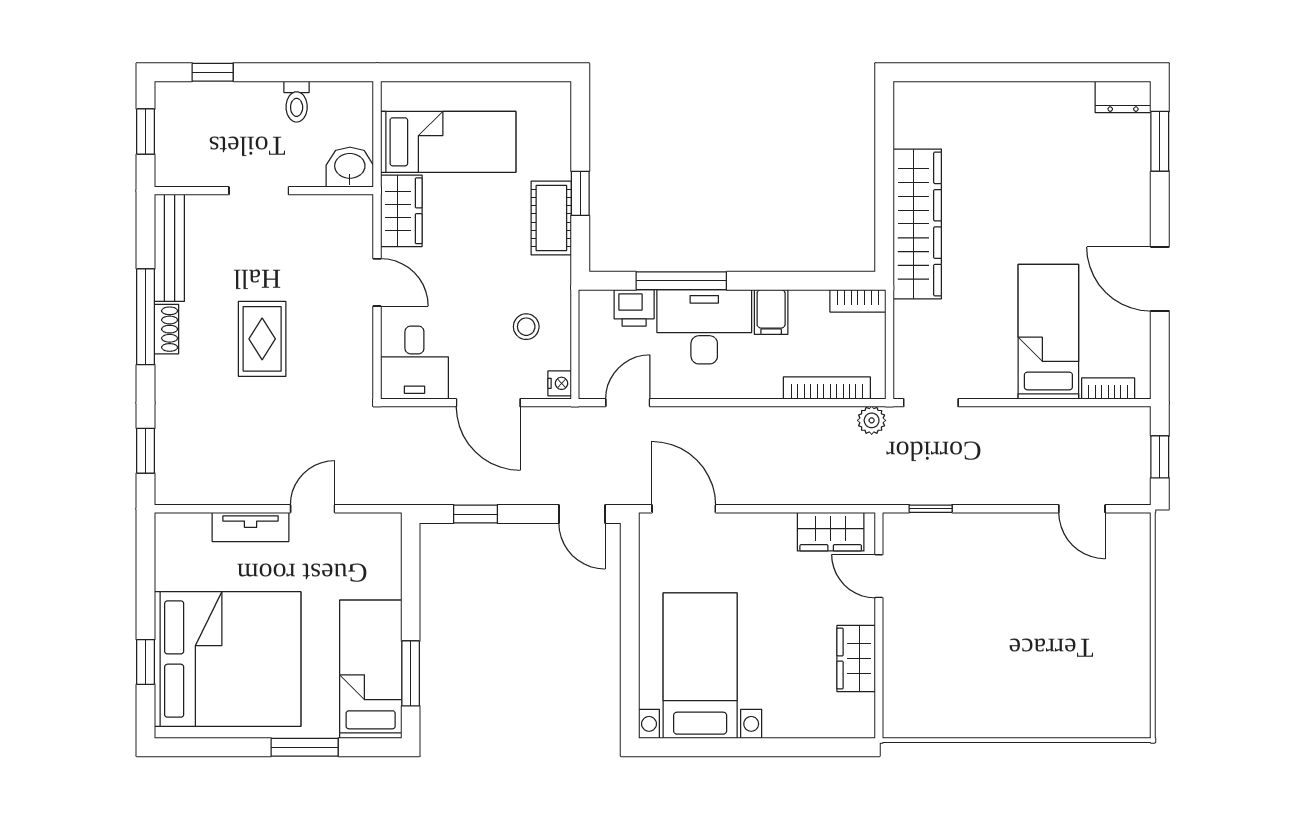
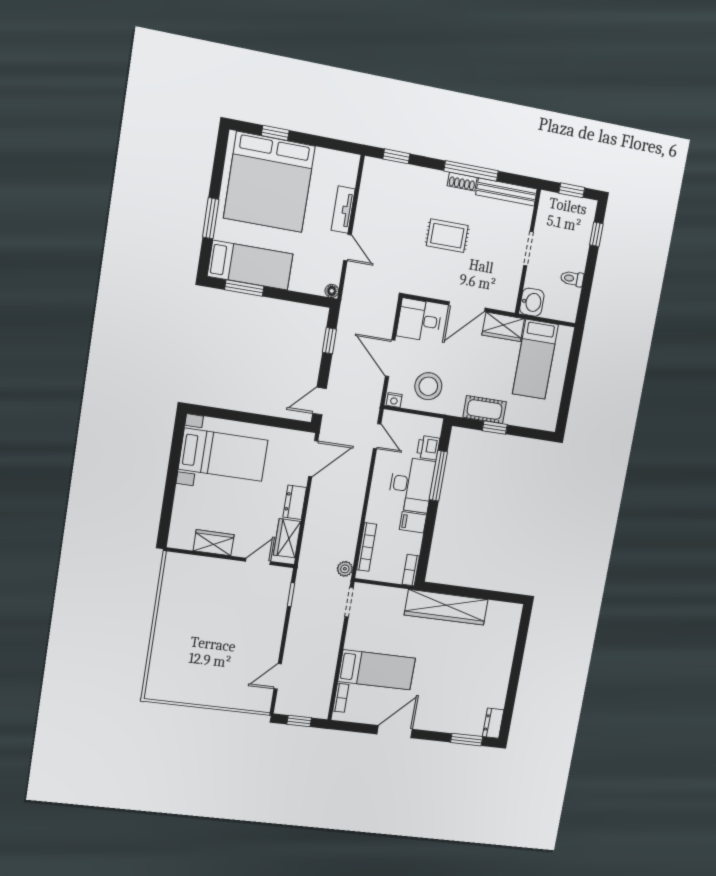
door: (377, 282) -> (467, 307), width x1.38
stool: (526, 327) -> (428, 386), width x1.89, depth x1.89
door: (488, 403) -> (390, 358), hinge flipped
floor lamp: (390, 524) -> (332, 291), added
dresser: (765, 529) -> (295, 502), added

